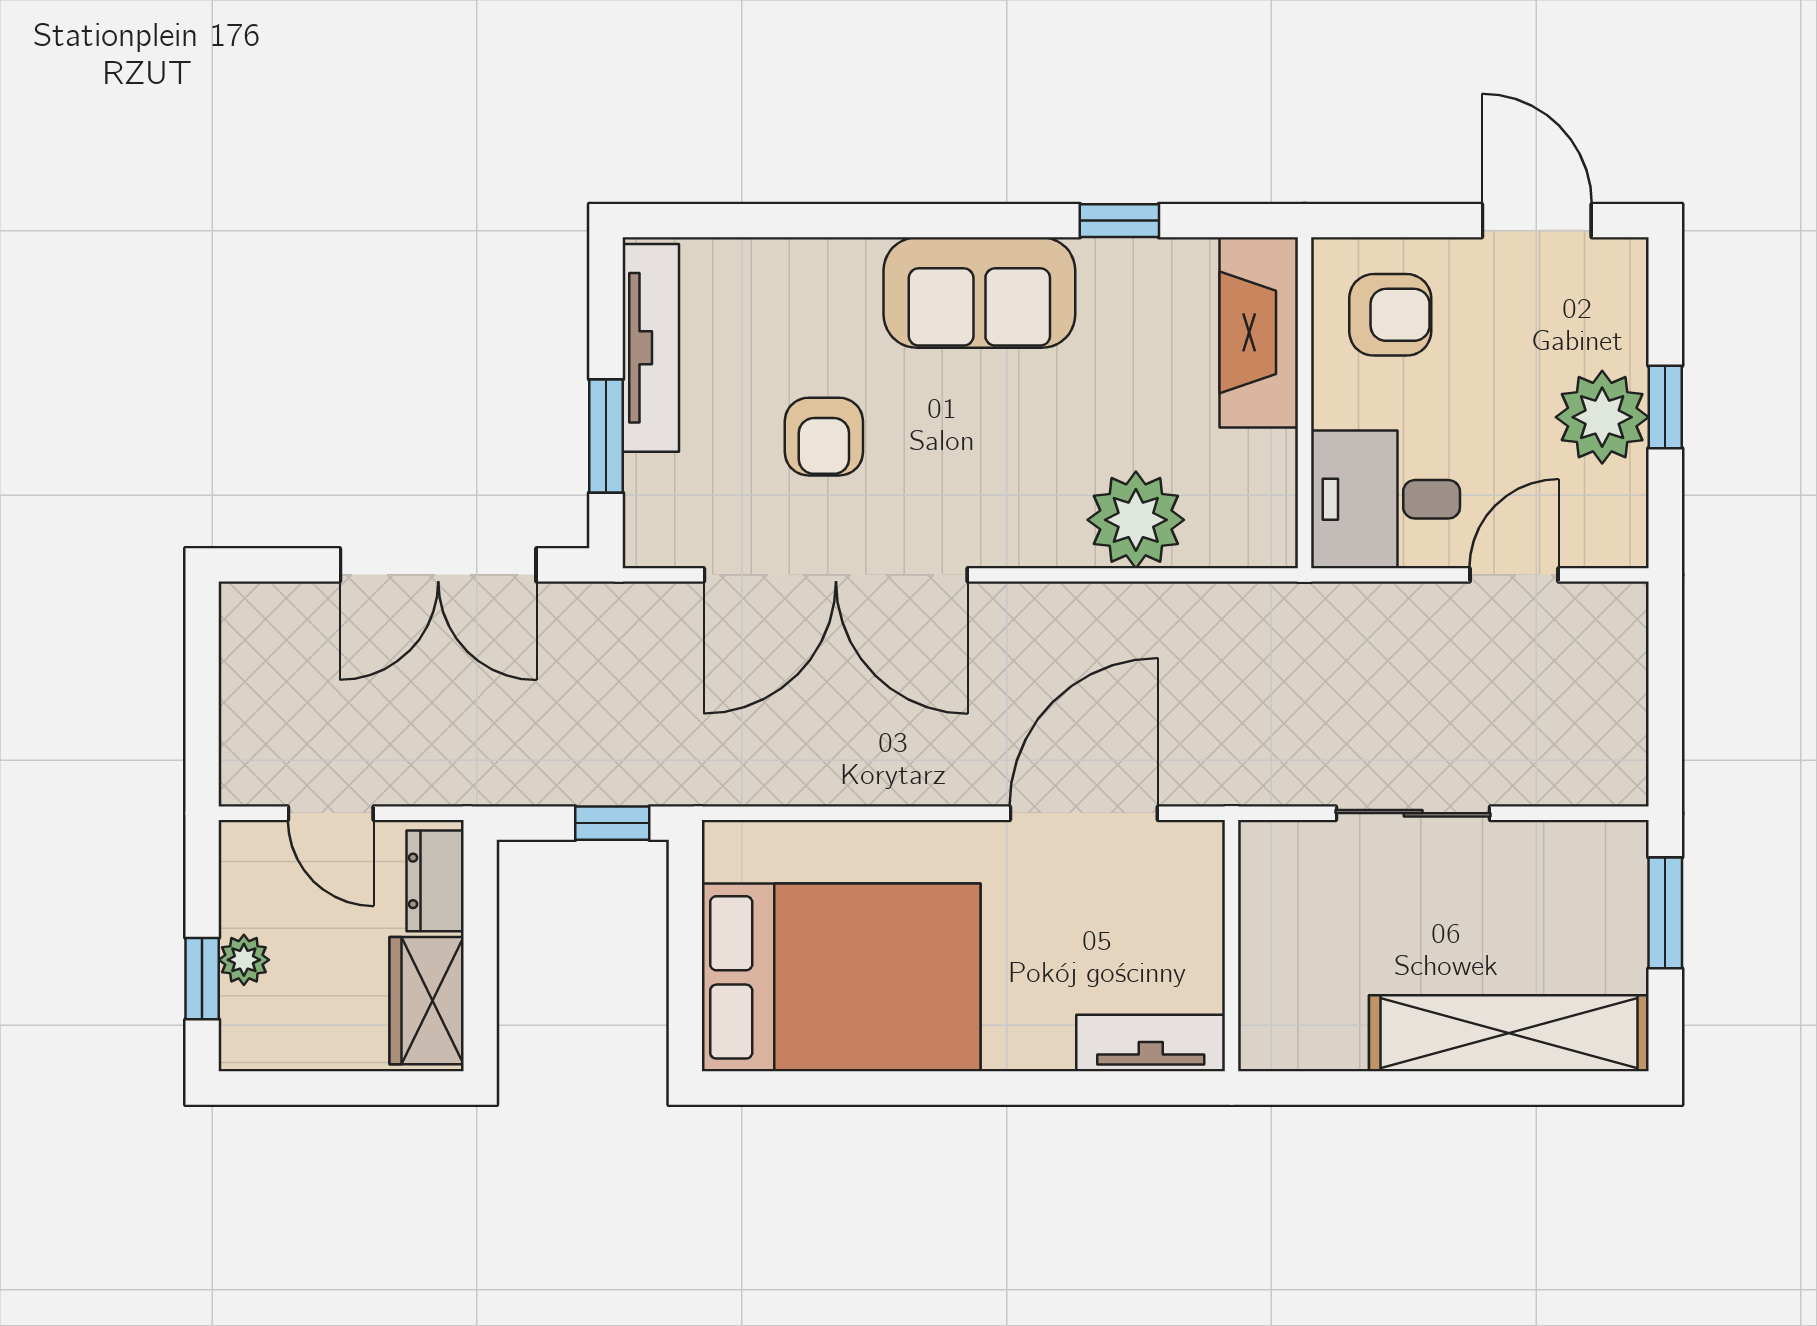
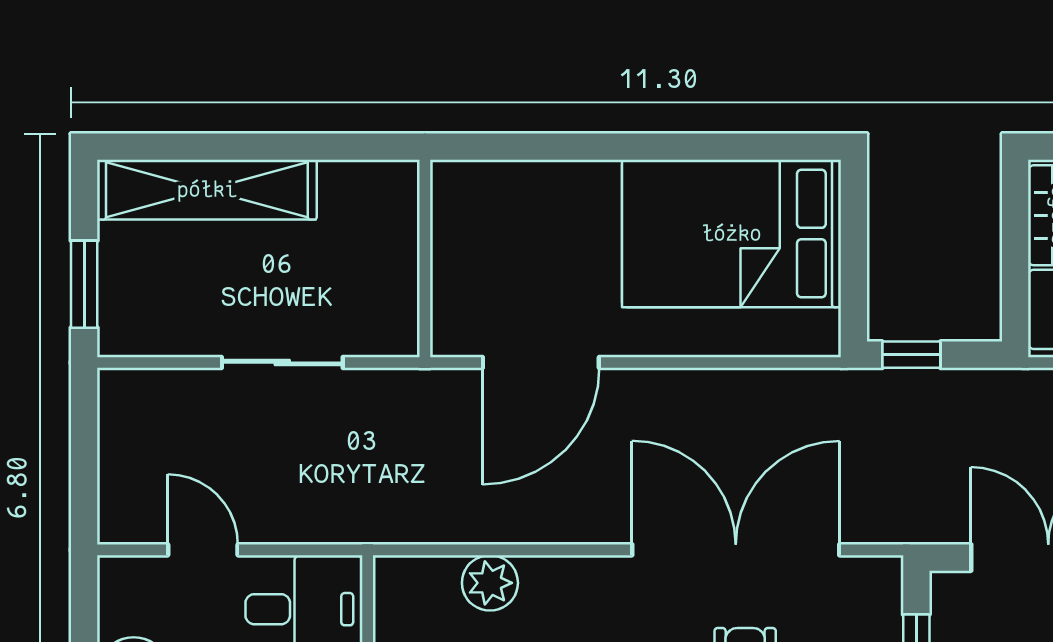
plant: (1136, 520) -> (490, 583), width x0.73, depth x0.73
door: (1514, 575) -> (203, 550), swing flipped
tv unit: (1151, 1043) -> (488, 182), removed

